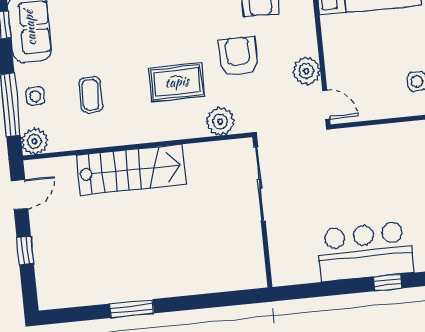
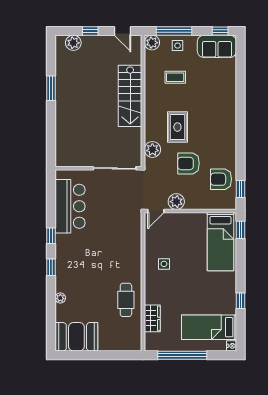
armchair: (238, 57) -> (188, 163), turned 180
bar counter: (365, 251) -> (70, 206), moved
plant: (49, 278) -> (73, 43), added

